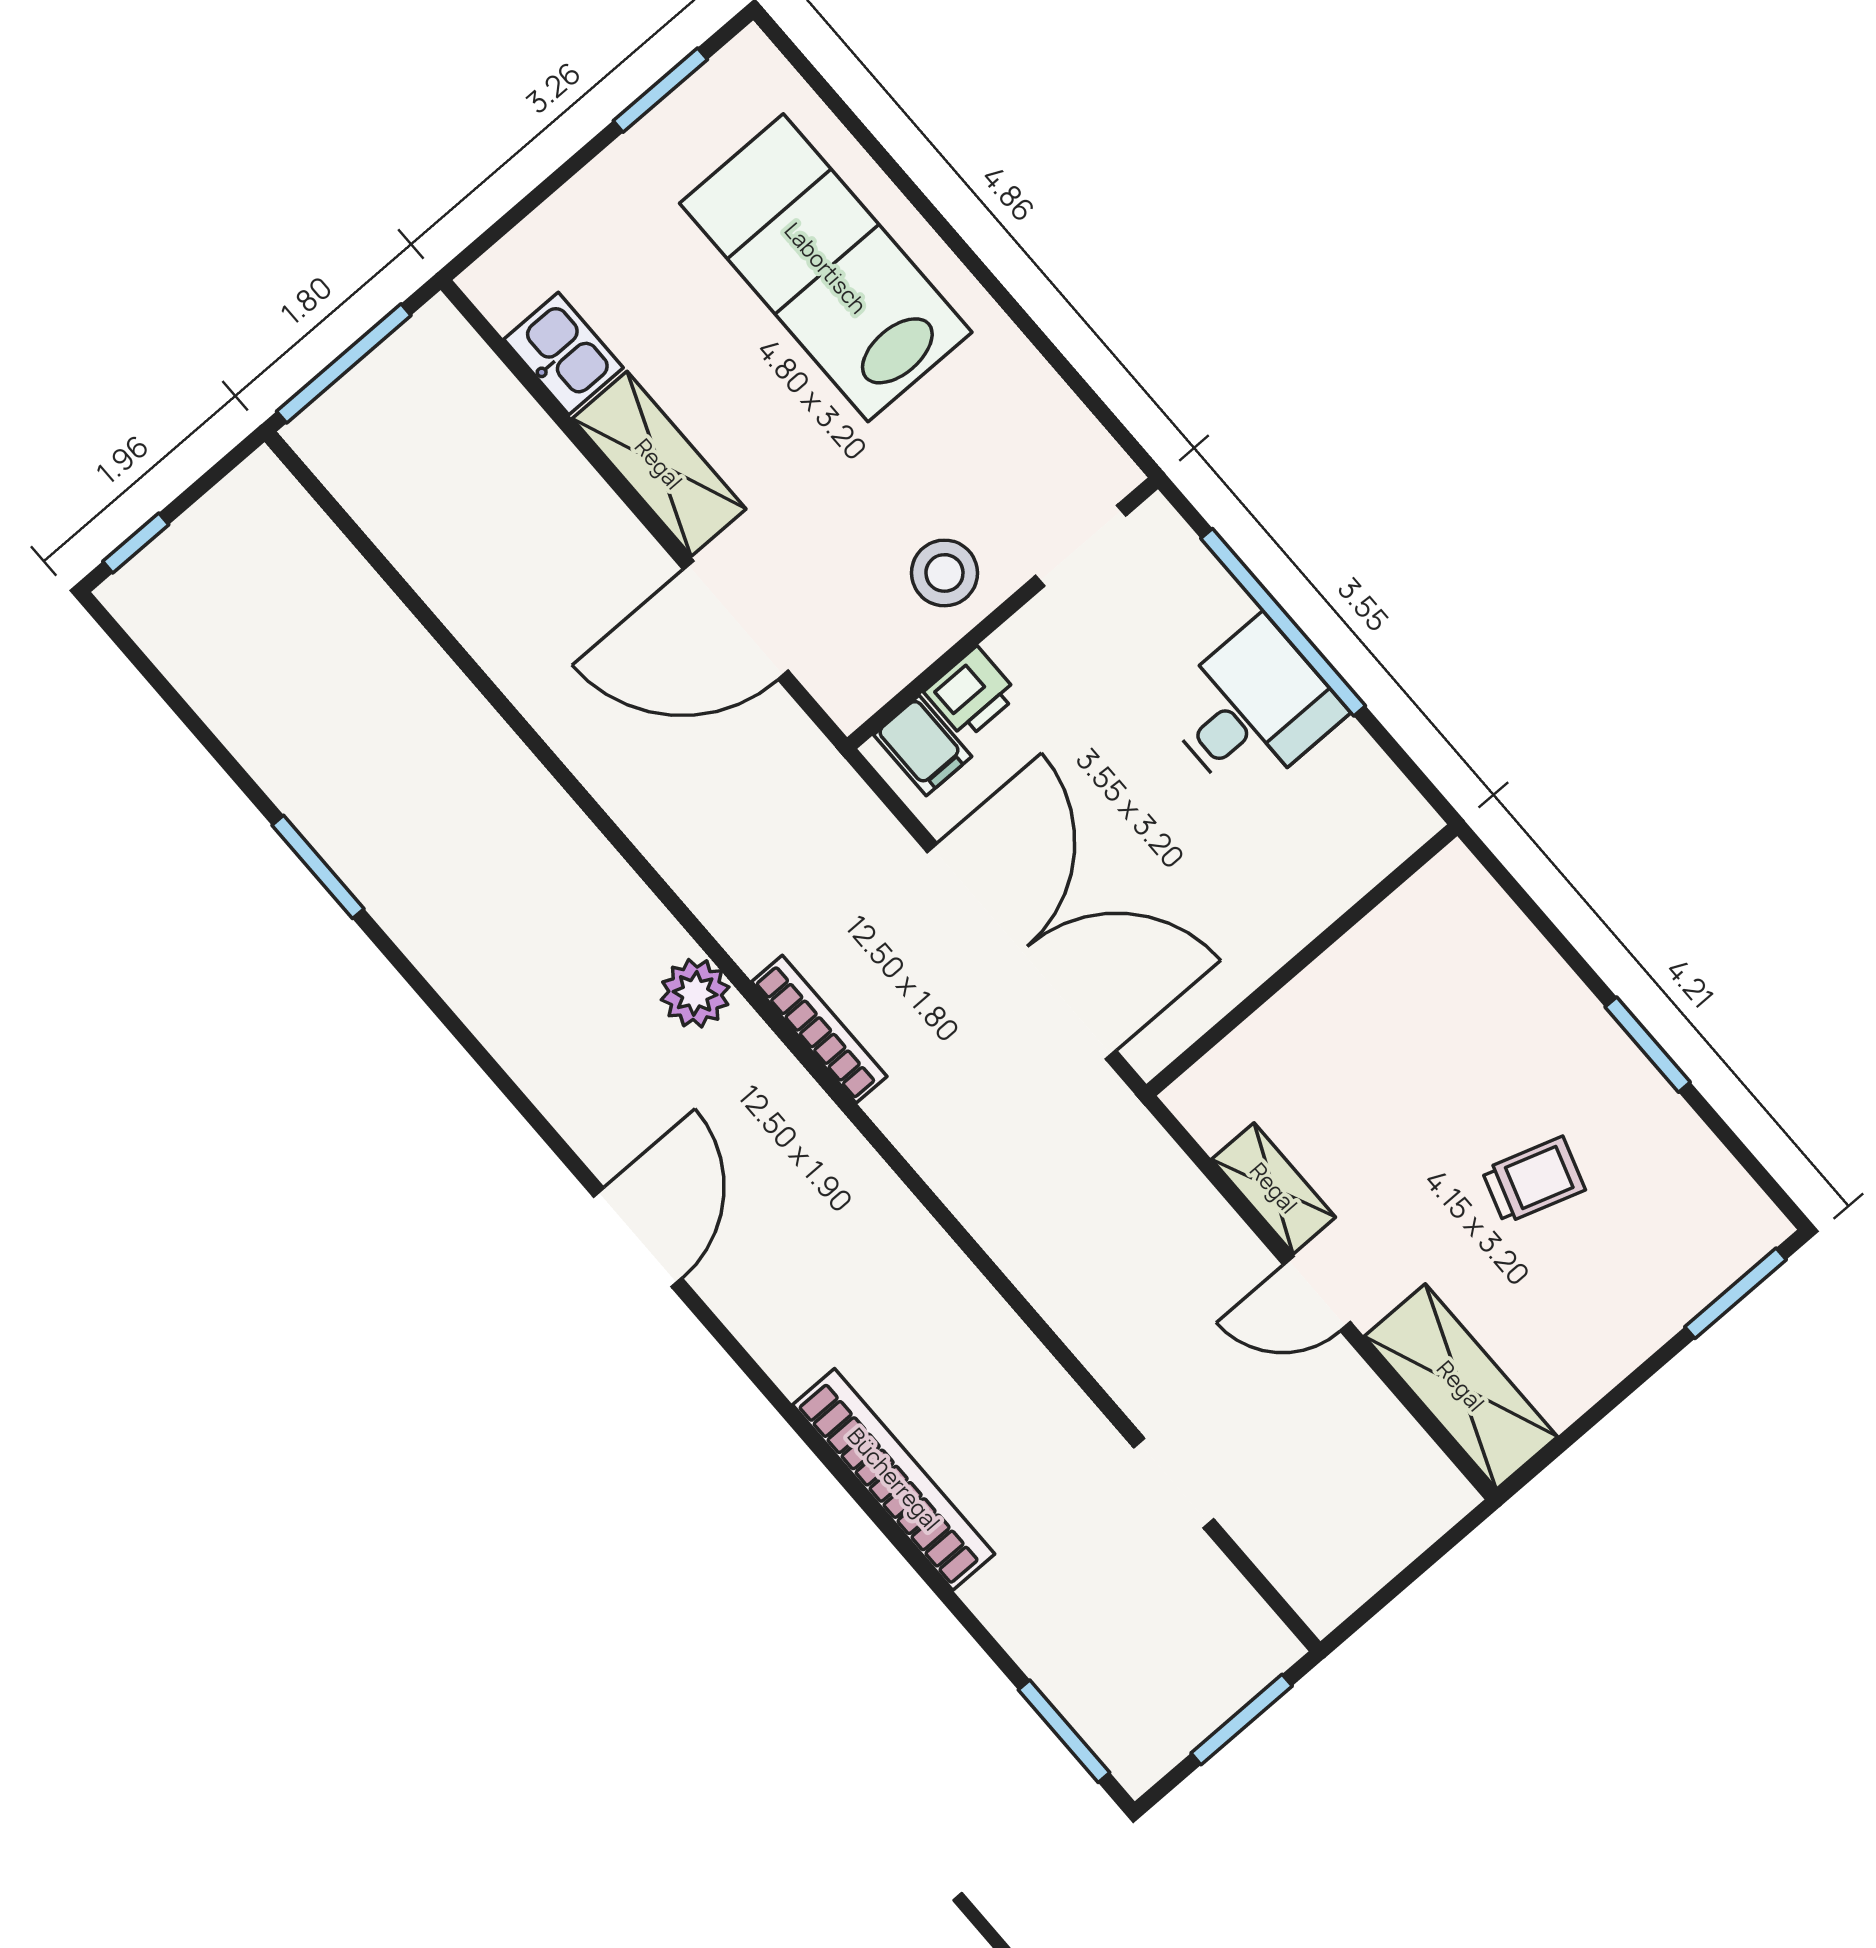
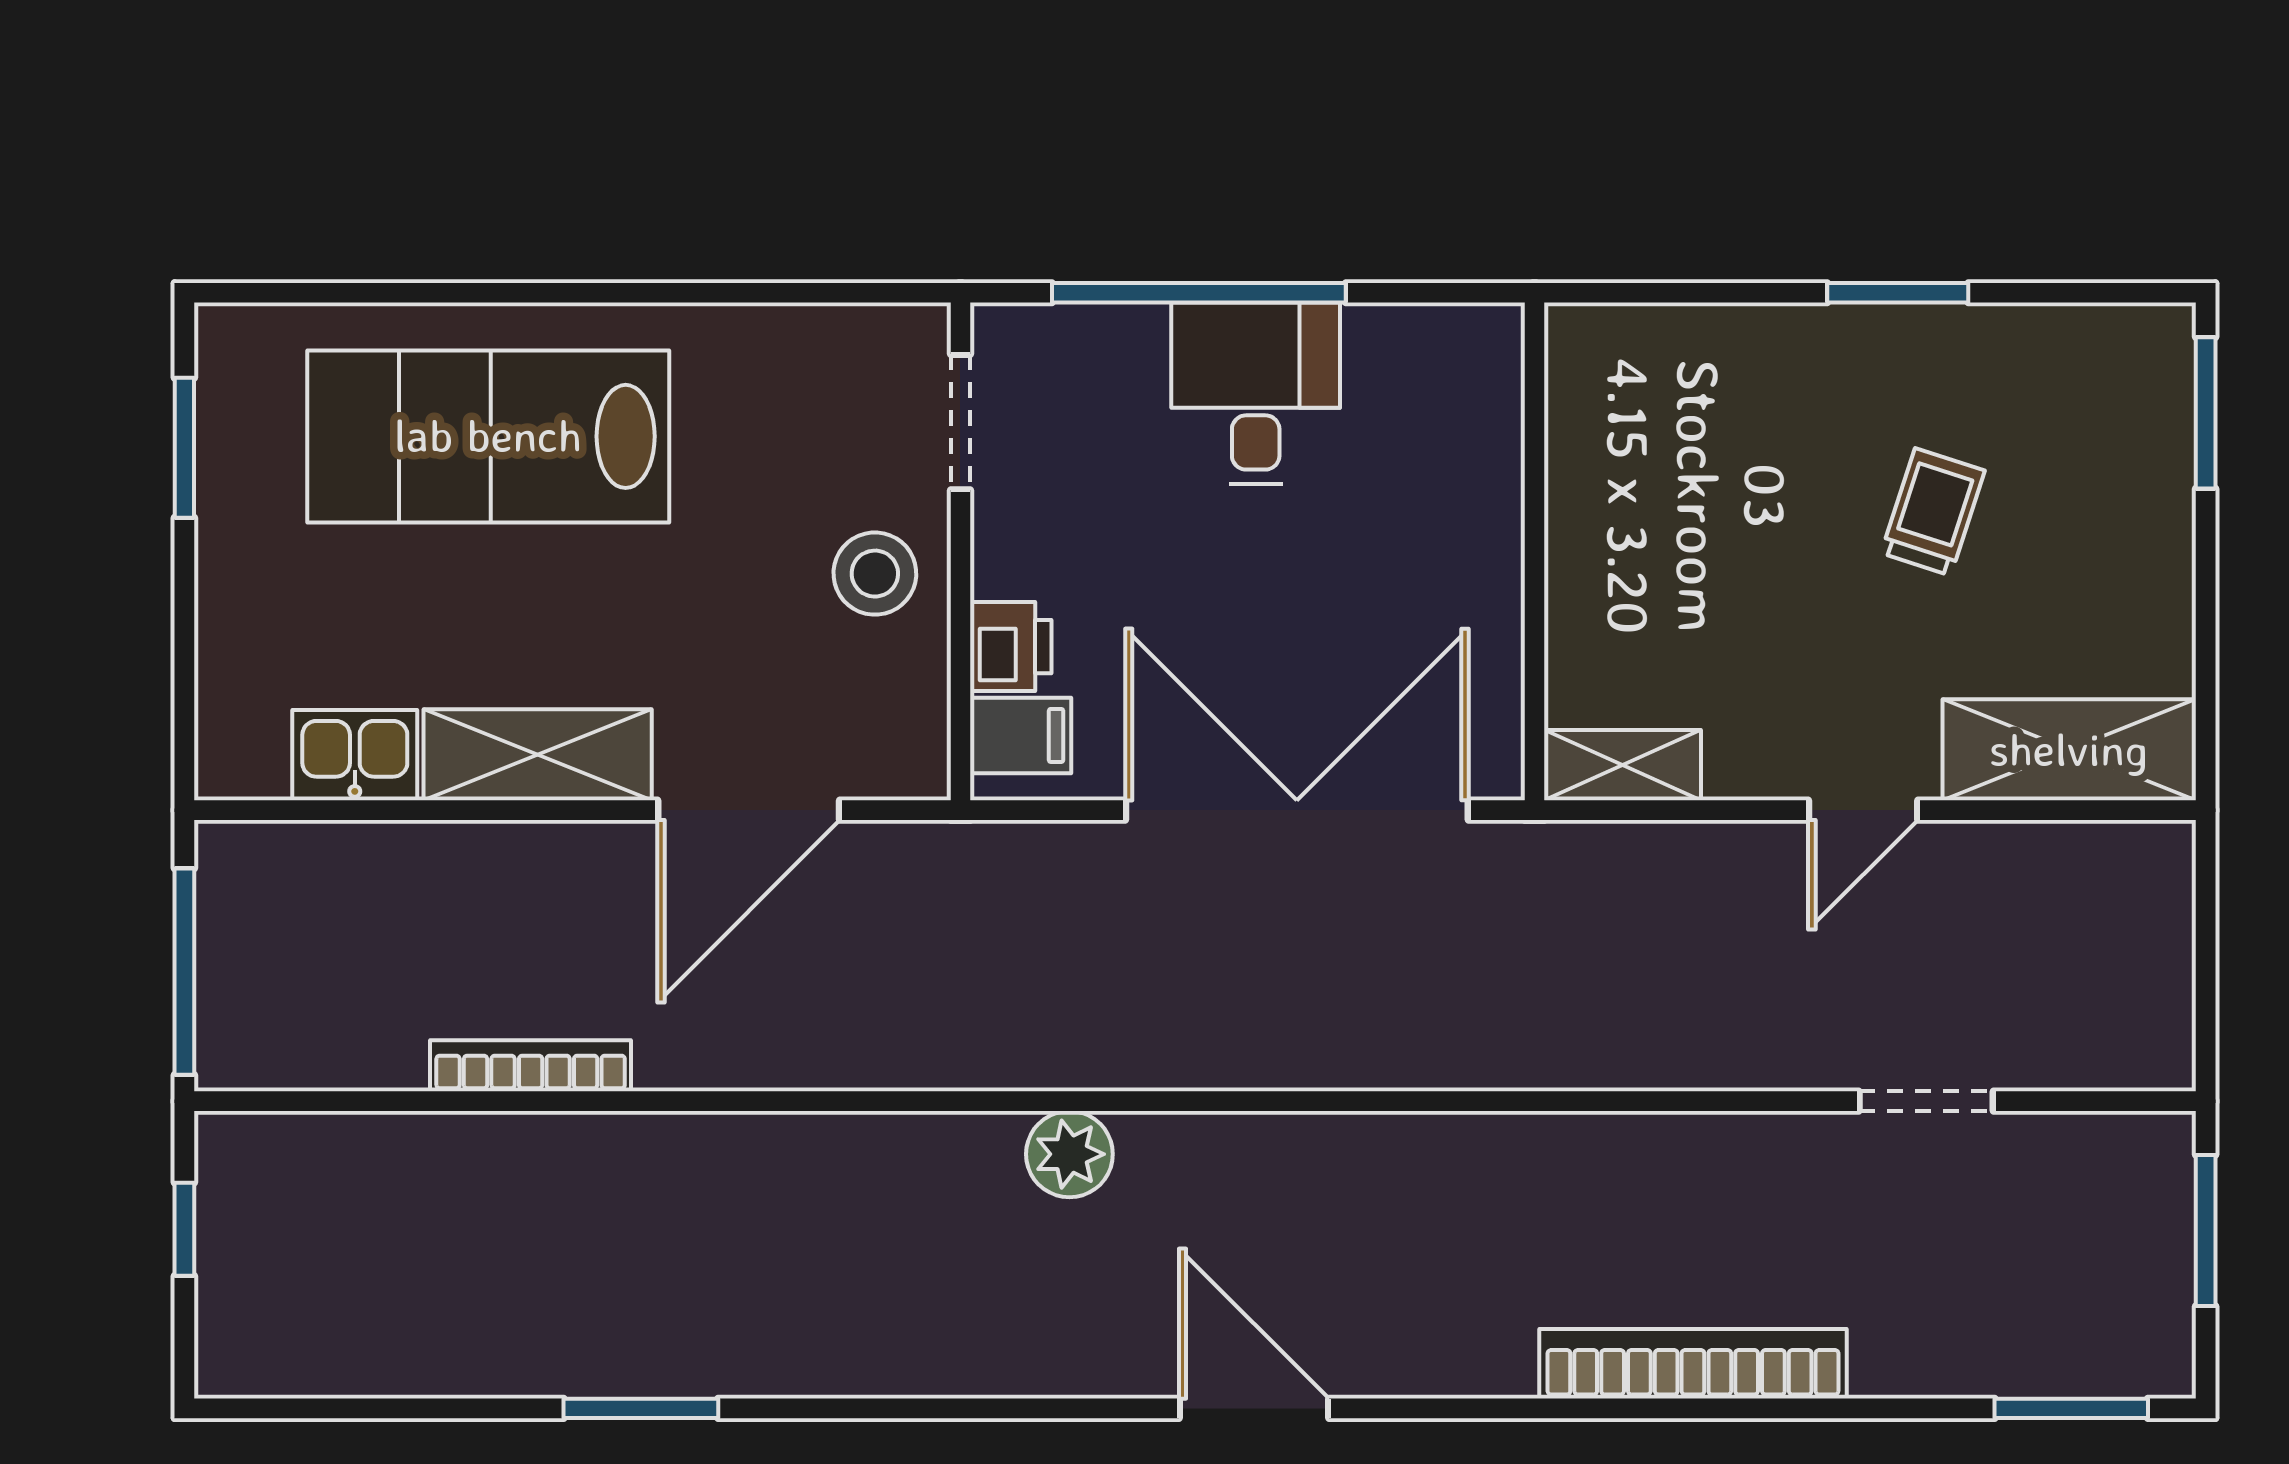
window: (136, 543) -> (184, 1229), moved
bookcase: (819, 1029) -> (531, 1066), moved
shelving: (1274, 1188) -> (1623, 765), moved

